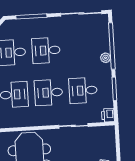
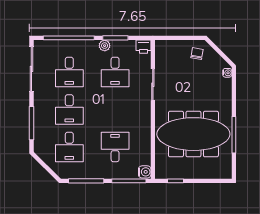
plant: (106, 58) -> (105, 46), moved
desk: (49, 93) -> (69, 72), moved

